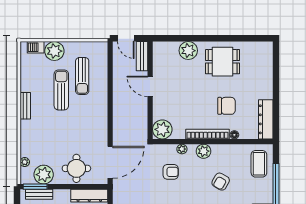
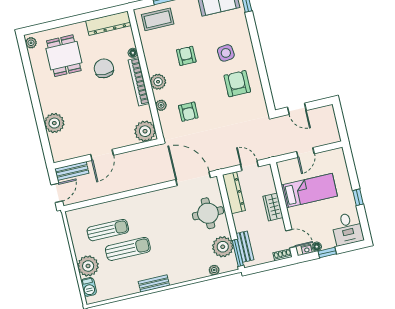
plant: (264, 46) -> (31, 43), added
dining table: (223, 62) -> (64, 56), moved
sun lounger: (61, 90) -> (128, 249), turned 180
armchair: (171, 172) -> (188, 112), turned 180
armchair: (221, 182) -> (186, 56), turned -120

